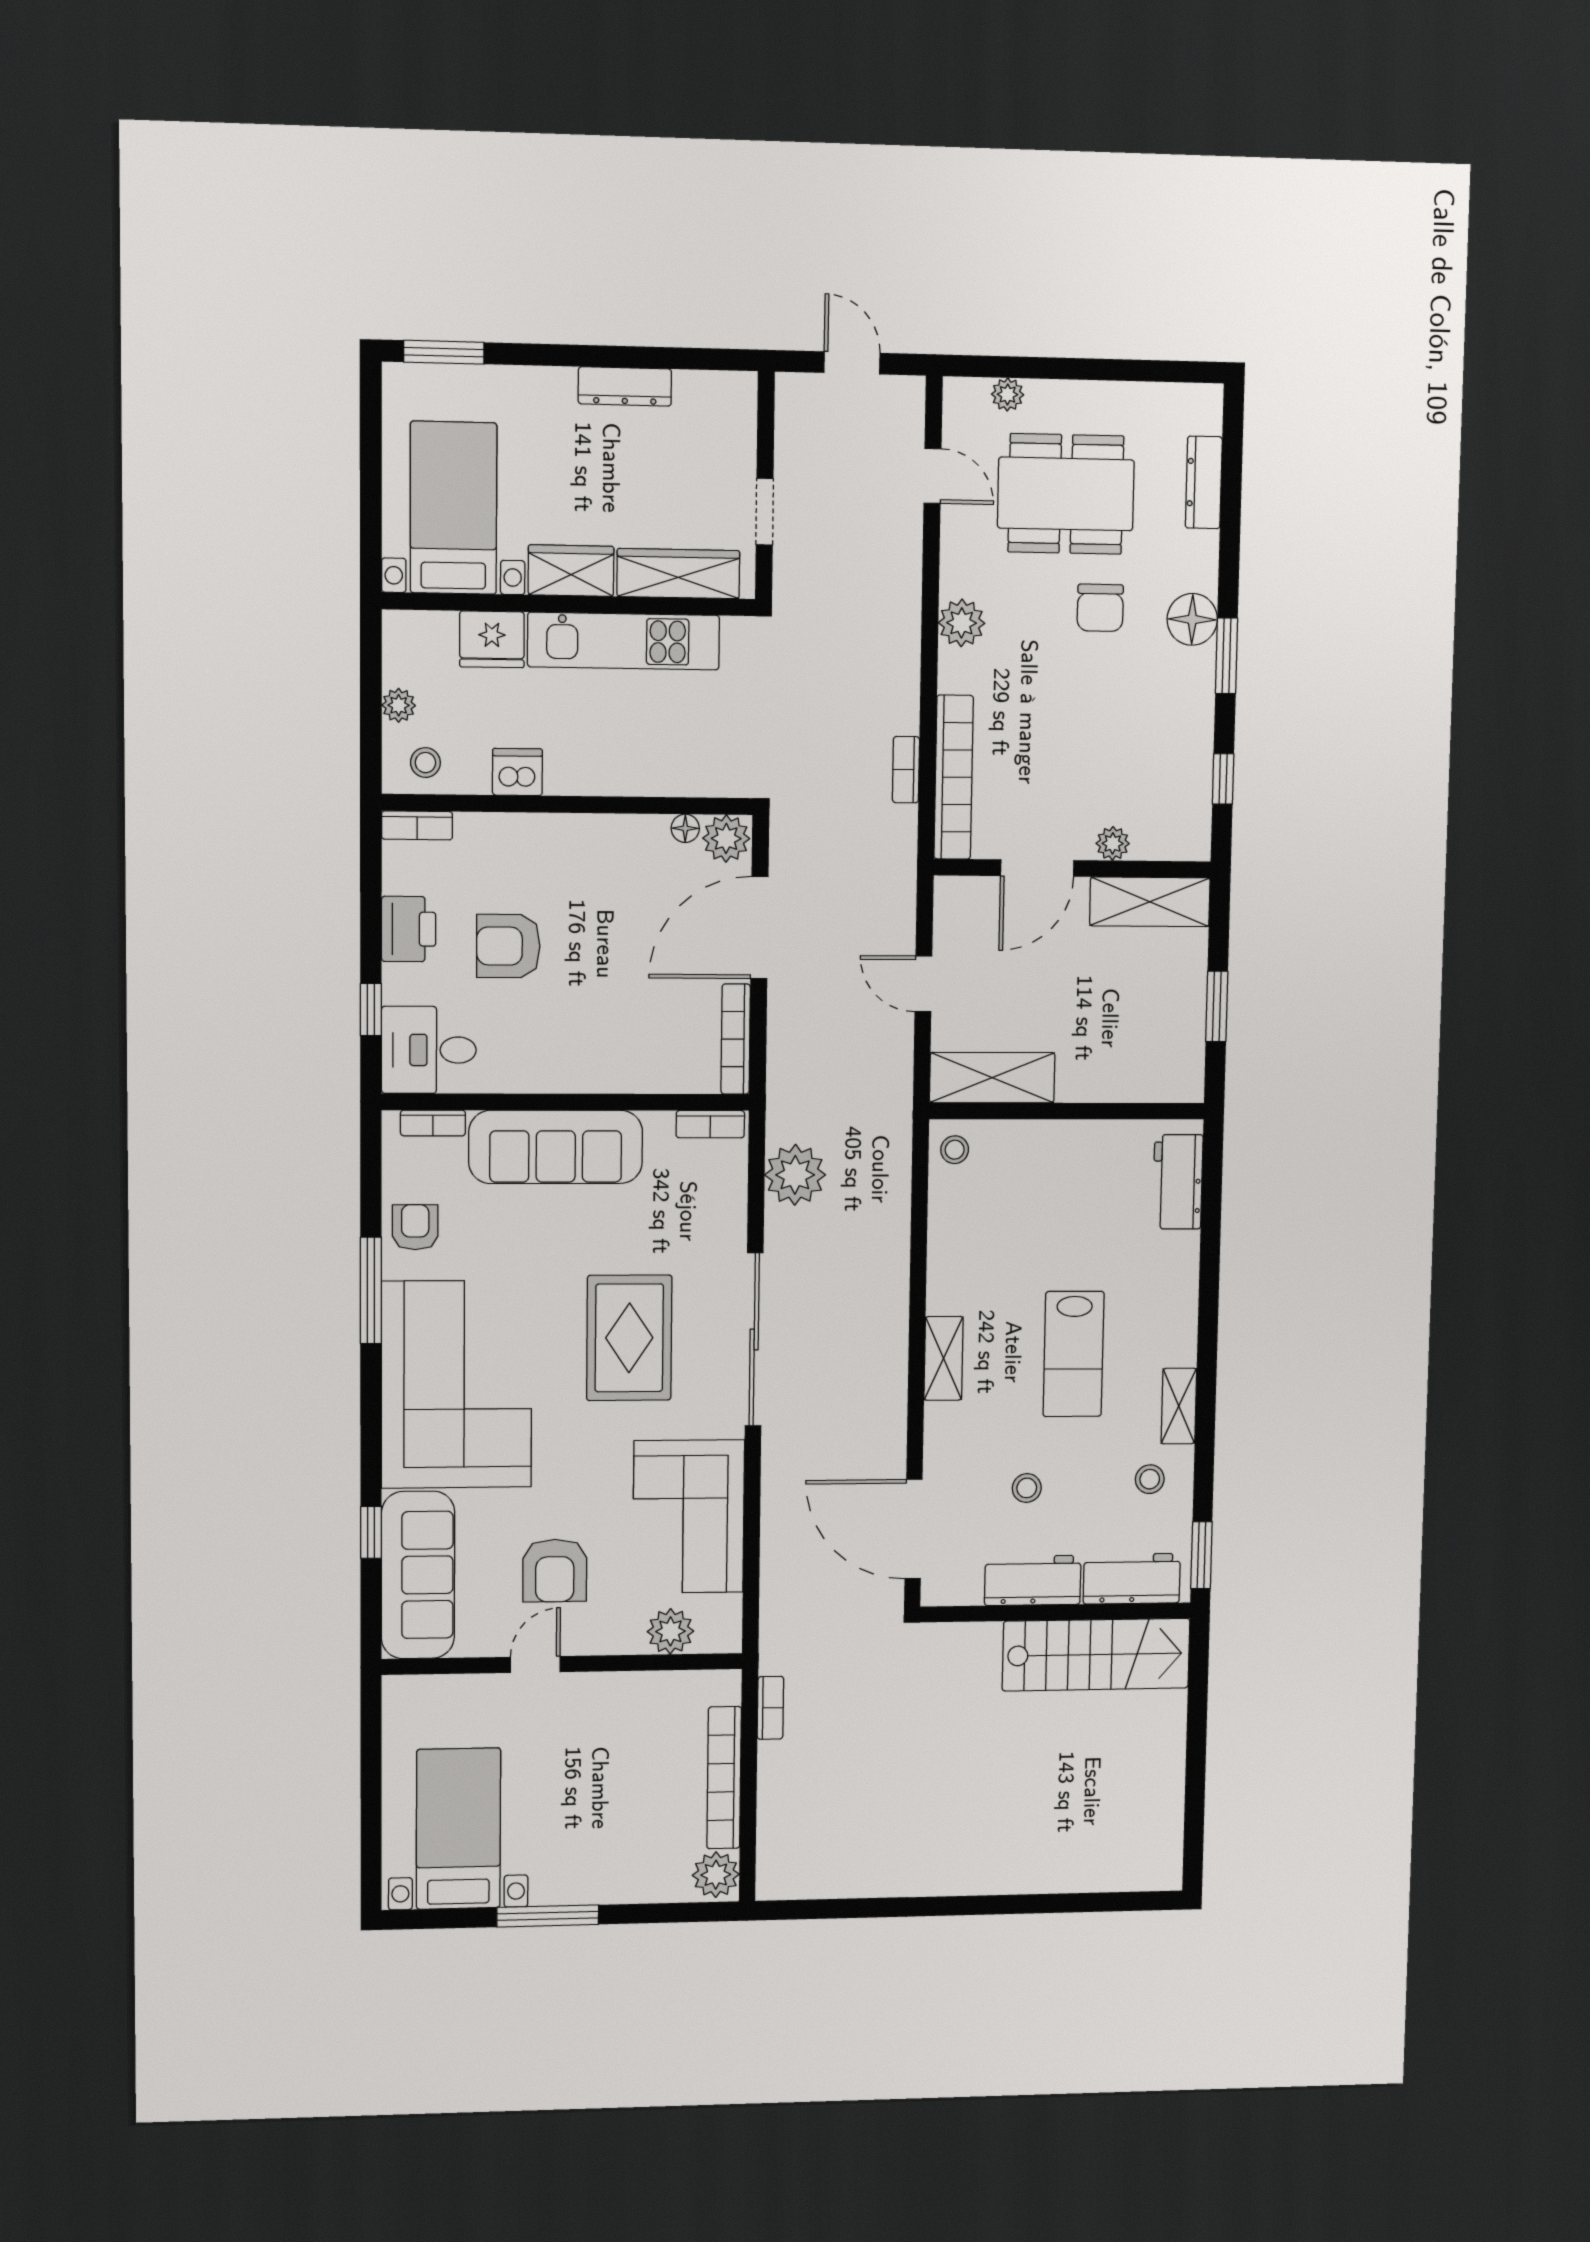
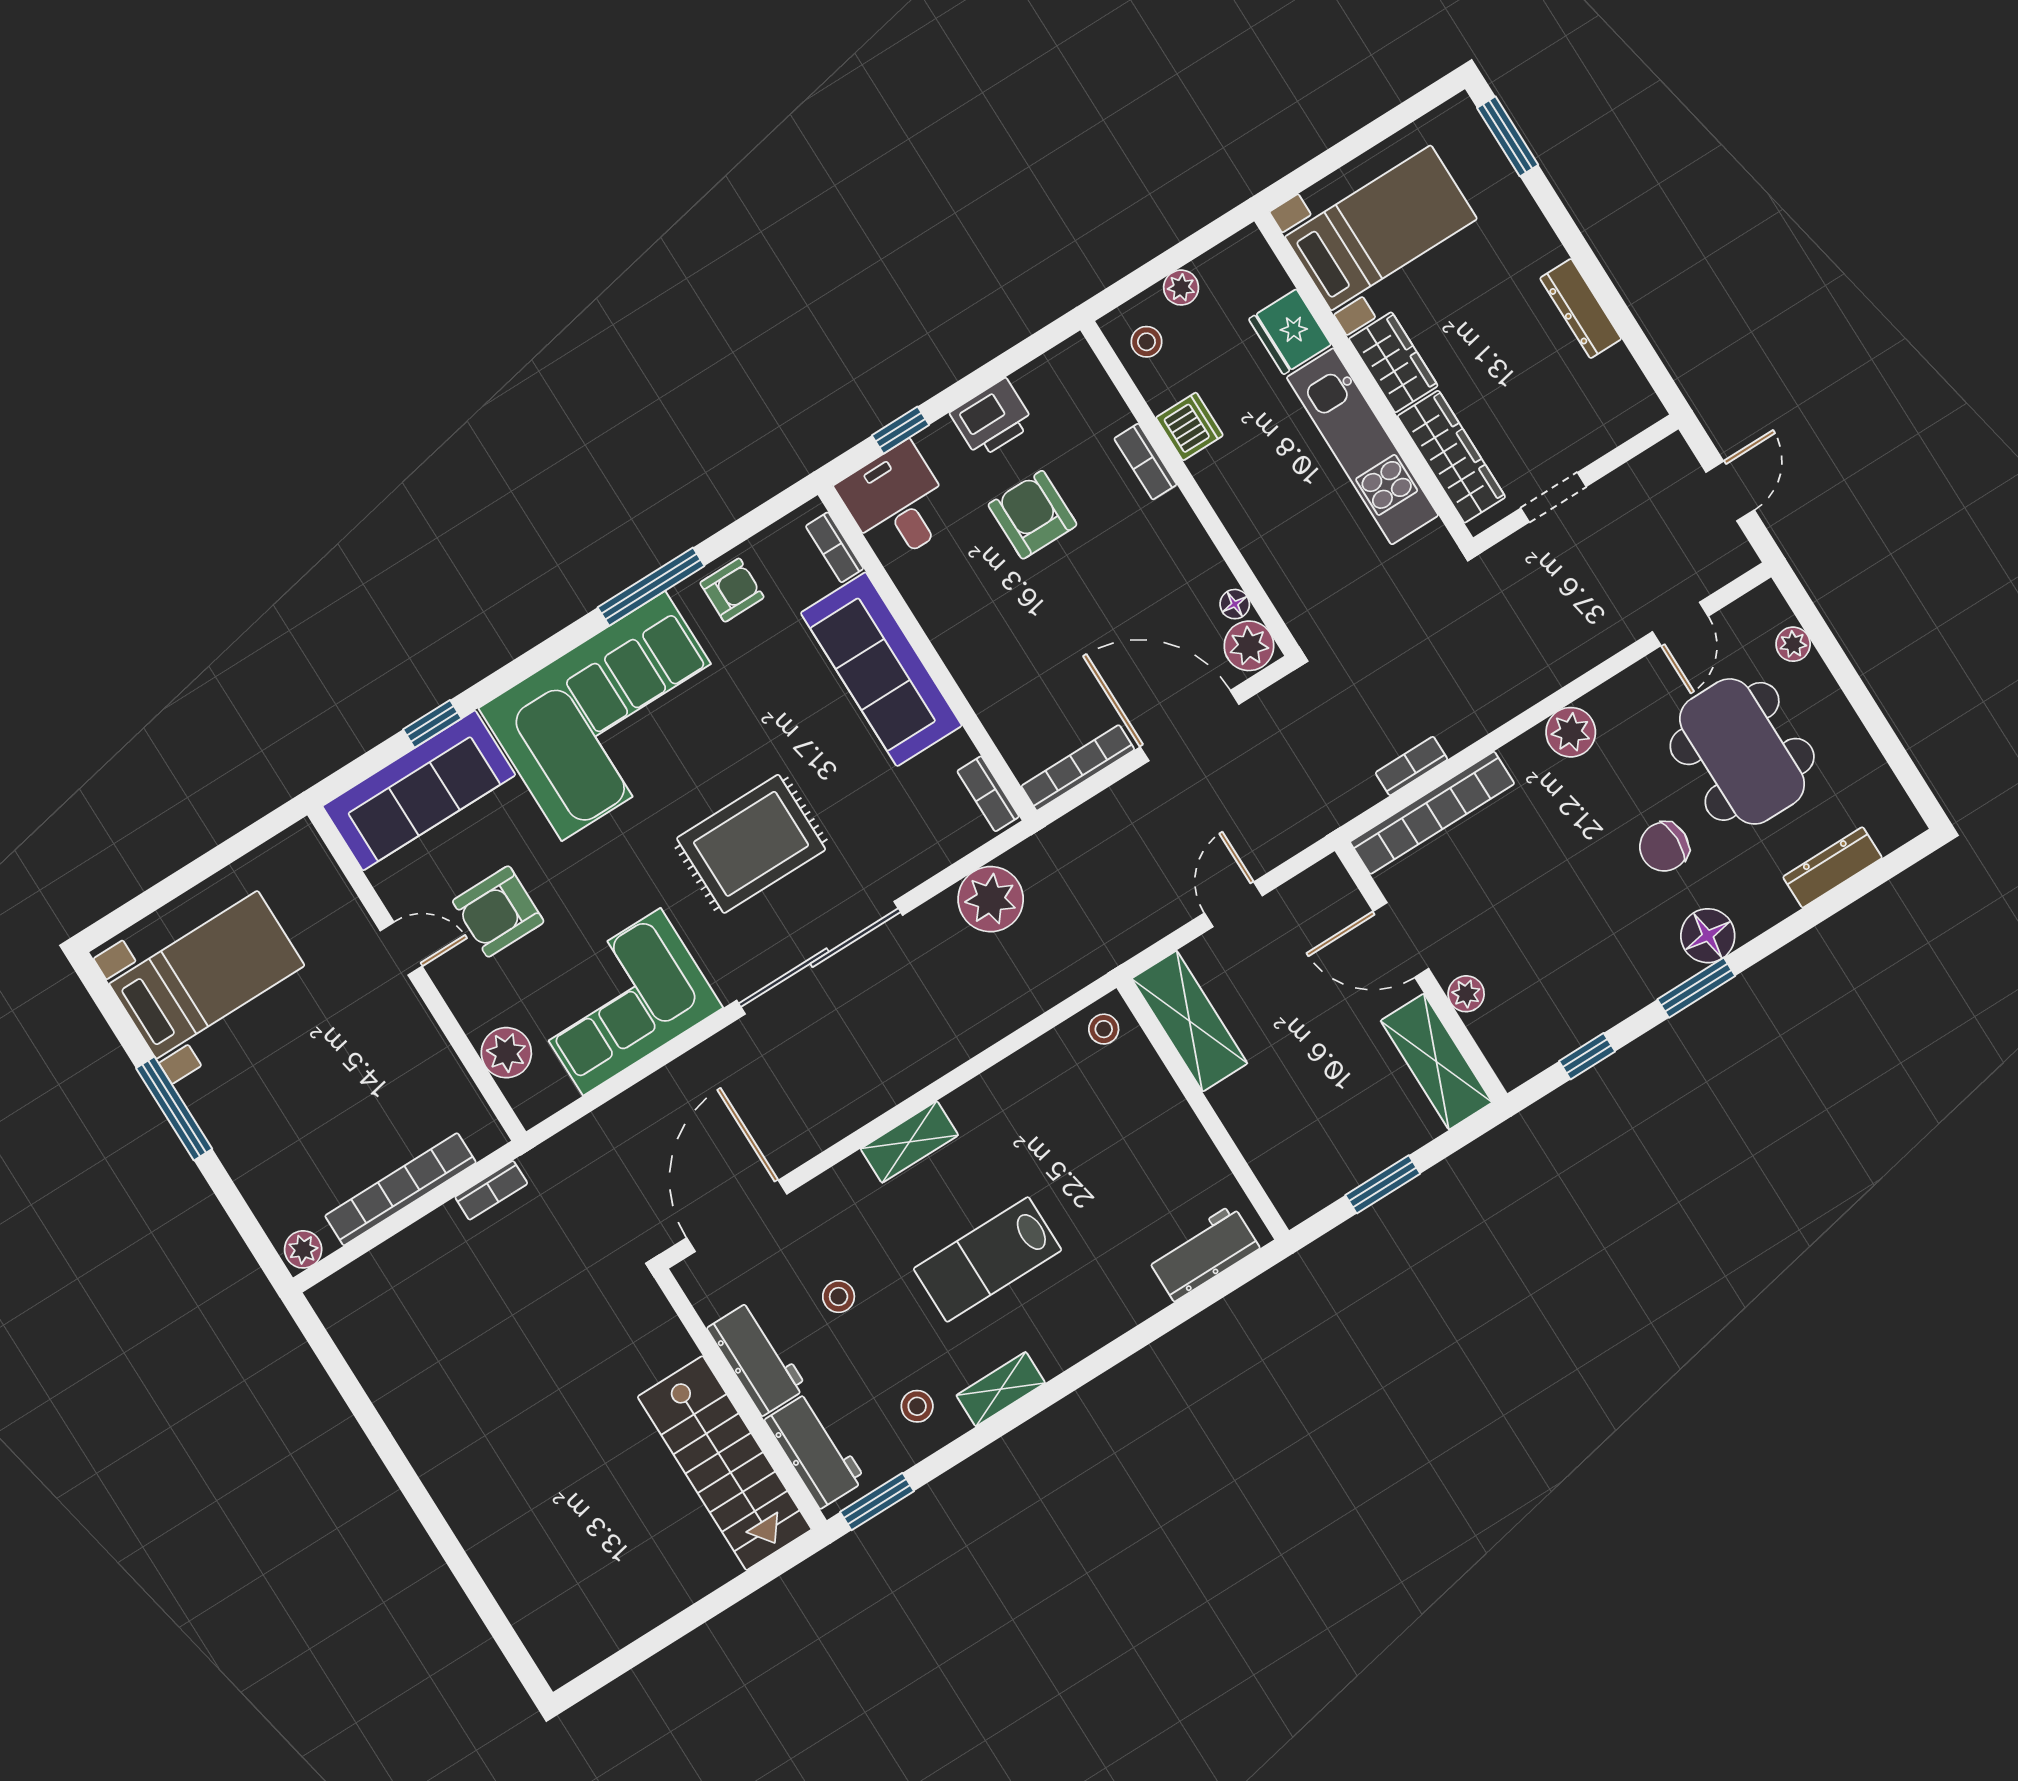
bookcase: (417, 825) -> (1145, 462), moved
plant: (716, 1875) -> (303, 1249), width x0.73, depth x0.73

